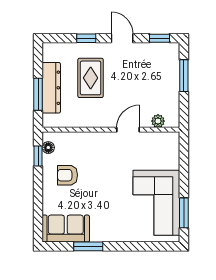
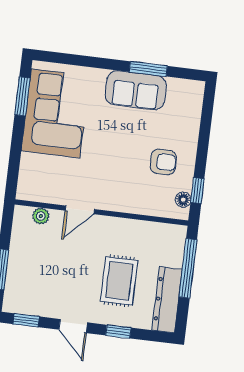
dresser: (51, 88) -> (167, 300), moved
window: (38, 94) -> (188, 268), width x1.44
sofa: (66, 229) -> (136, 90), moved

